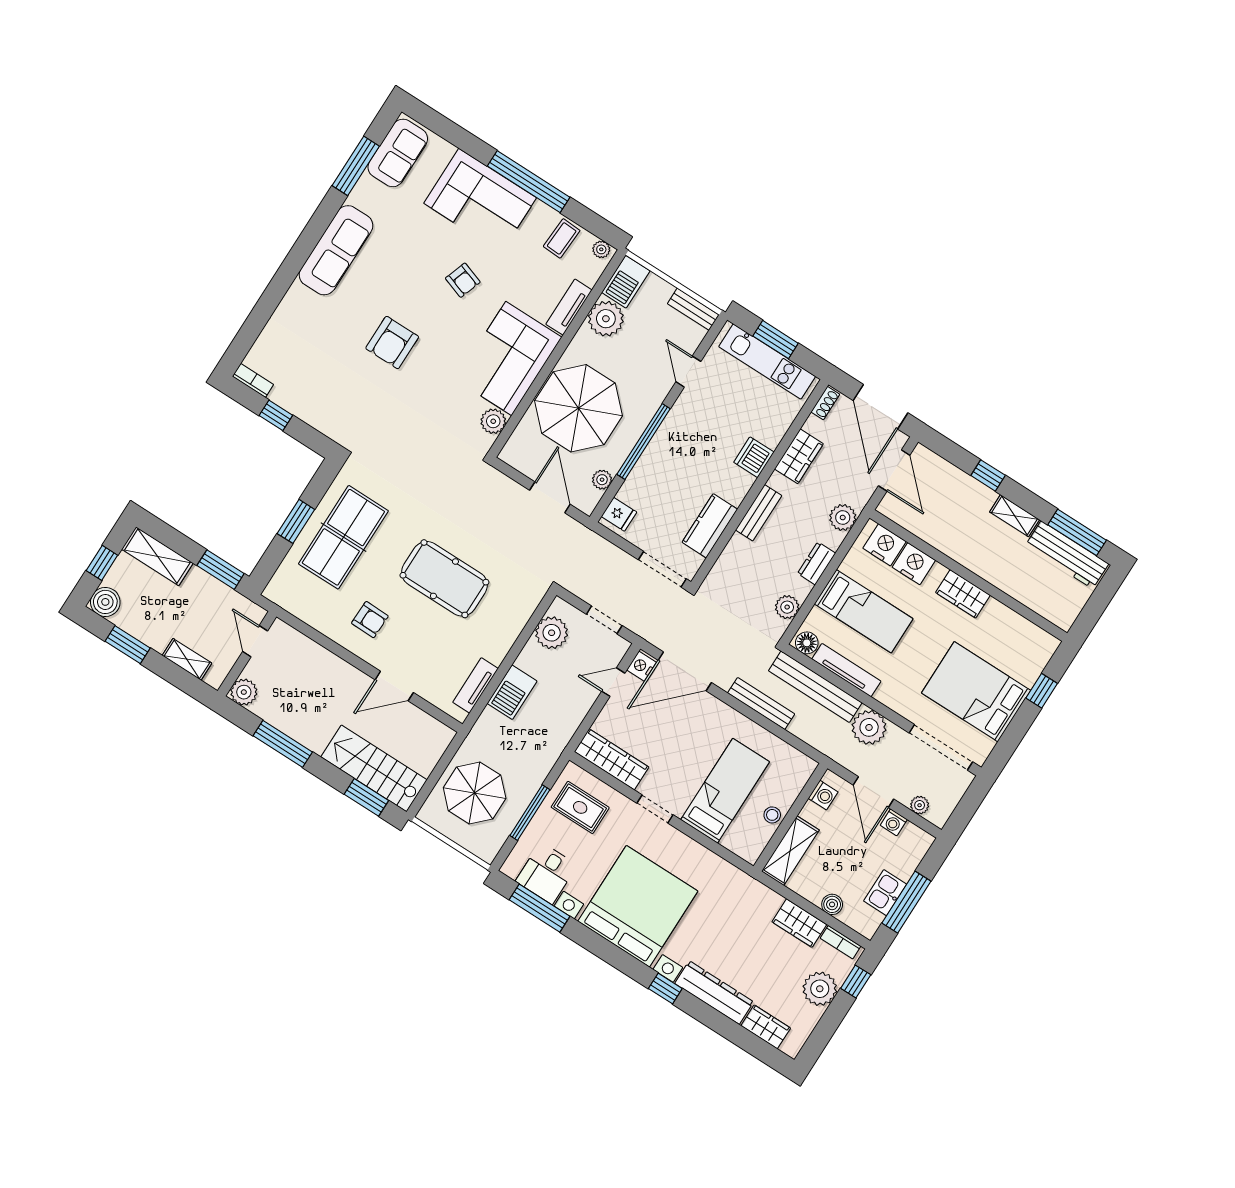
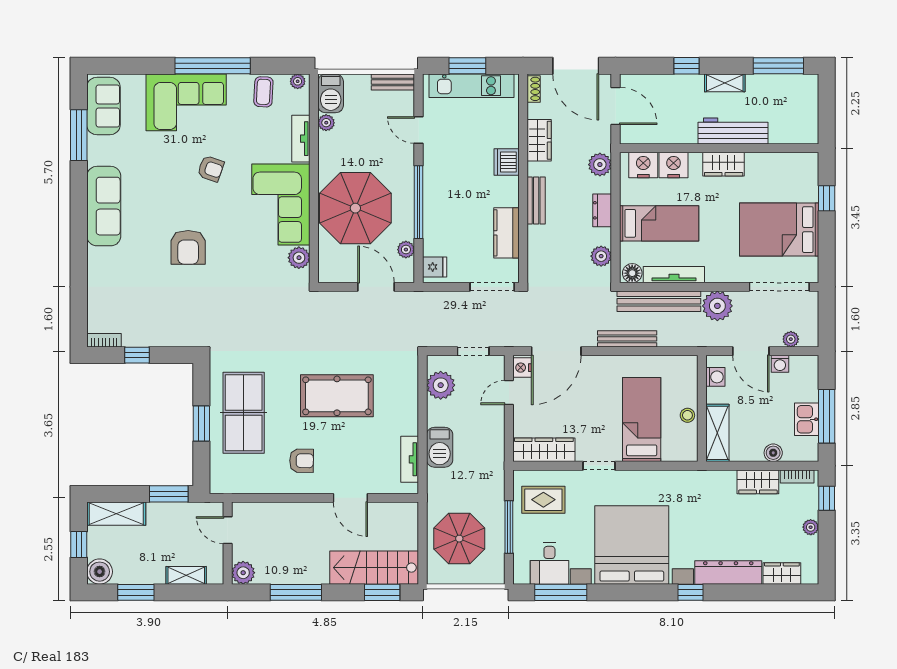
plant: (606, 319) -> (326, 123), width x0.53, depth x0.53
workbench: (1067, 555) -> (733, 131), moved, turned 180
door: (394, 686) -> (350, 498), hinge flipped
plant: (820, 989) -> (811, 527), width x0.53, depth x0.53

